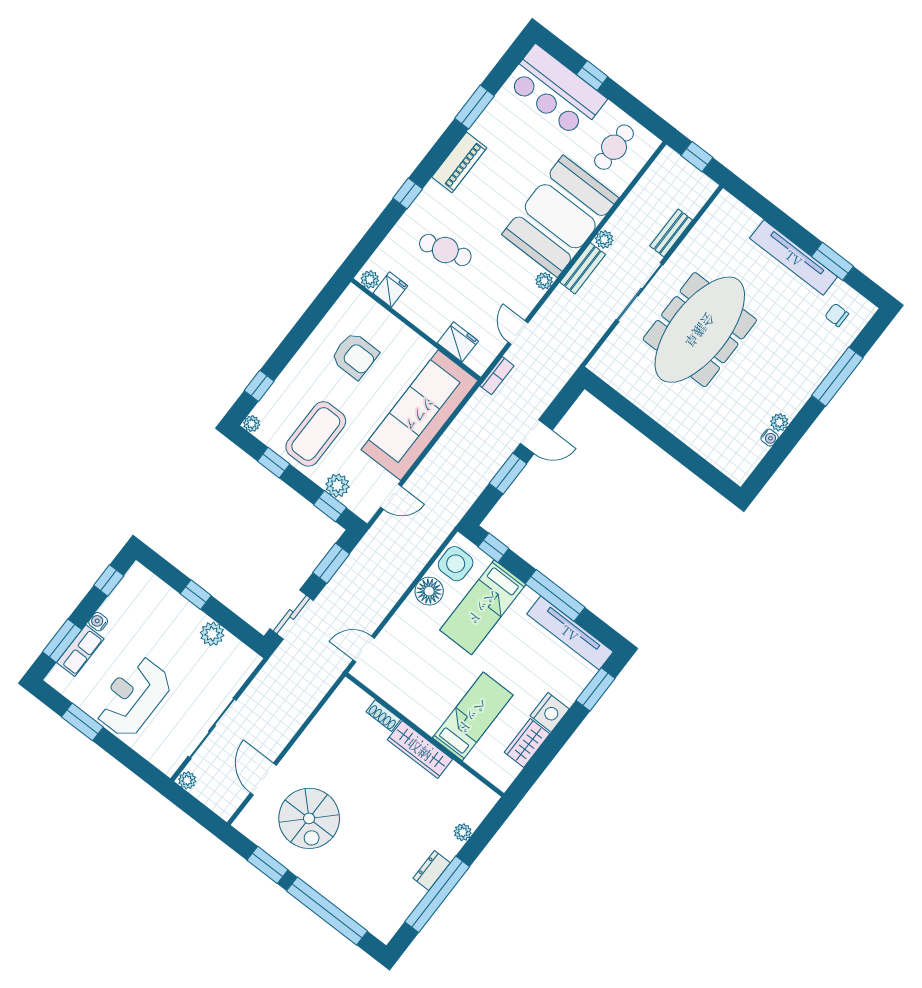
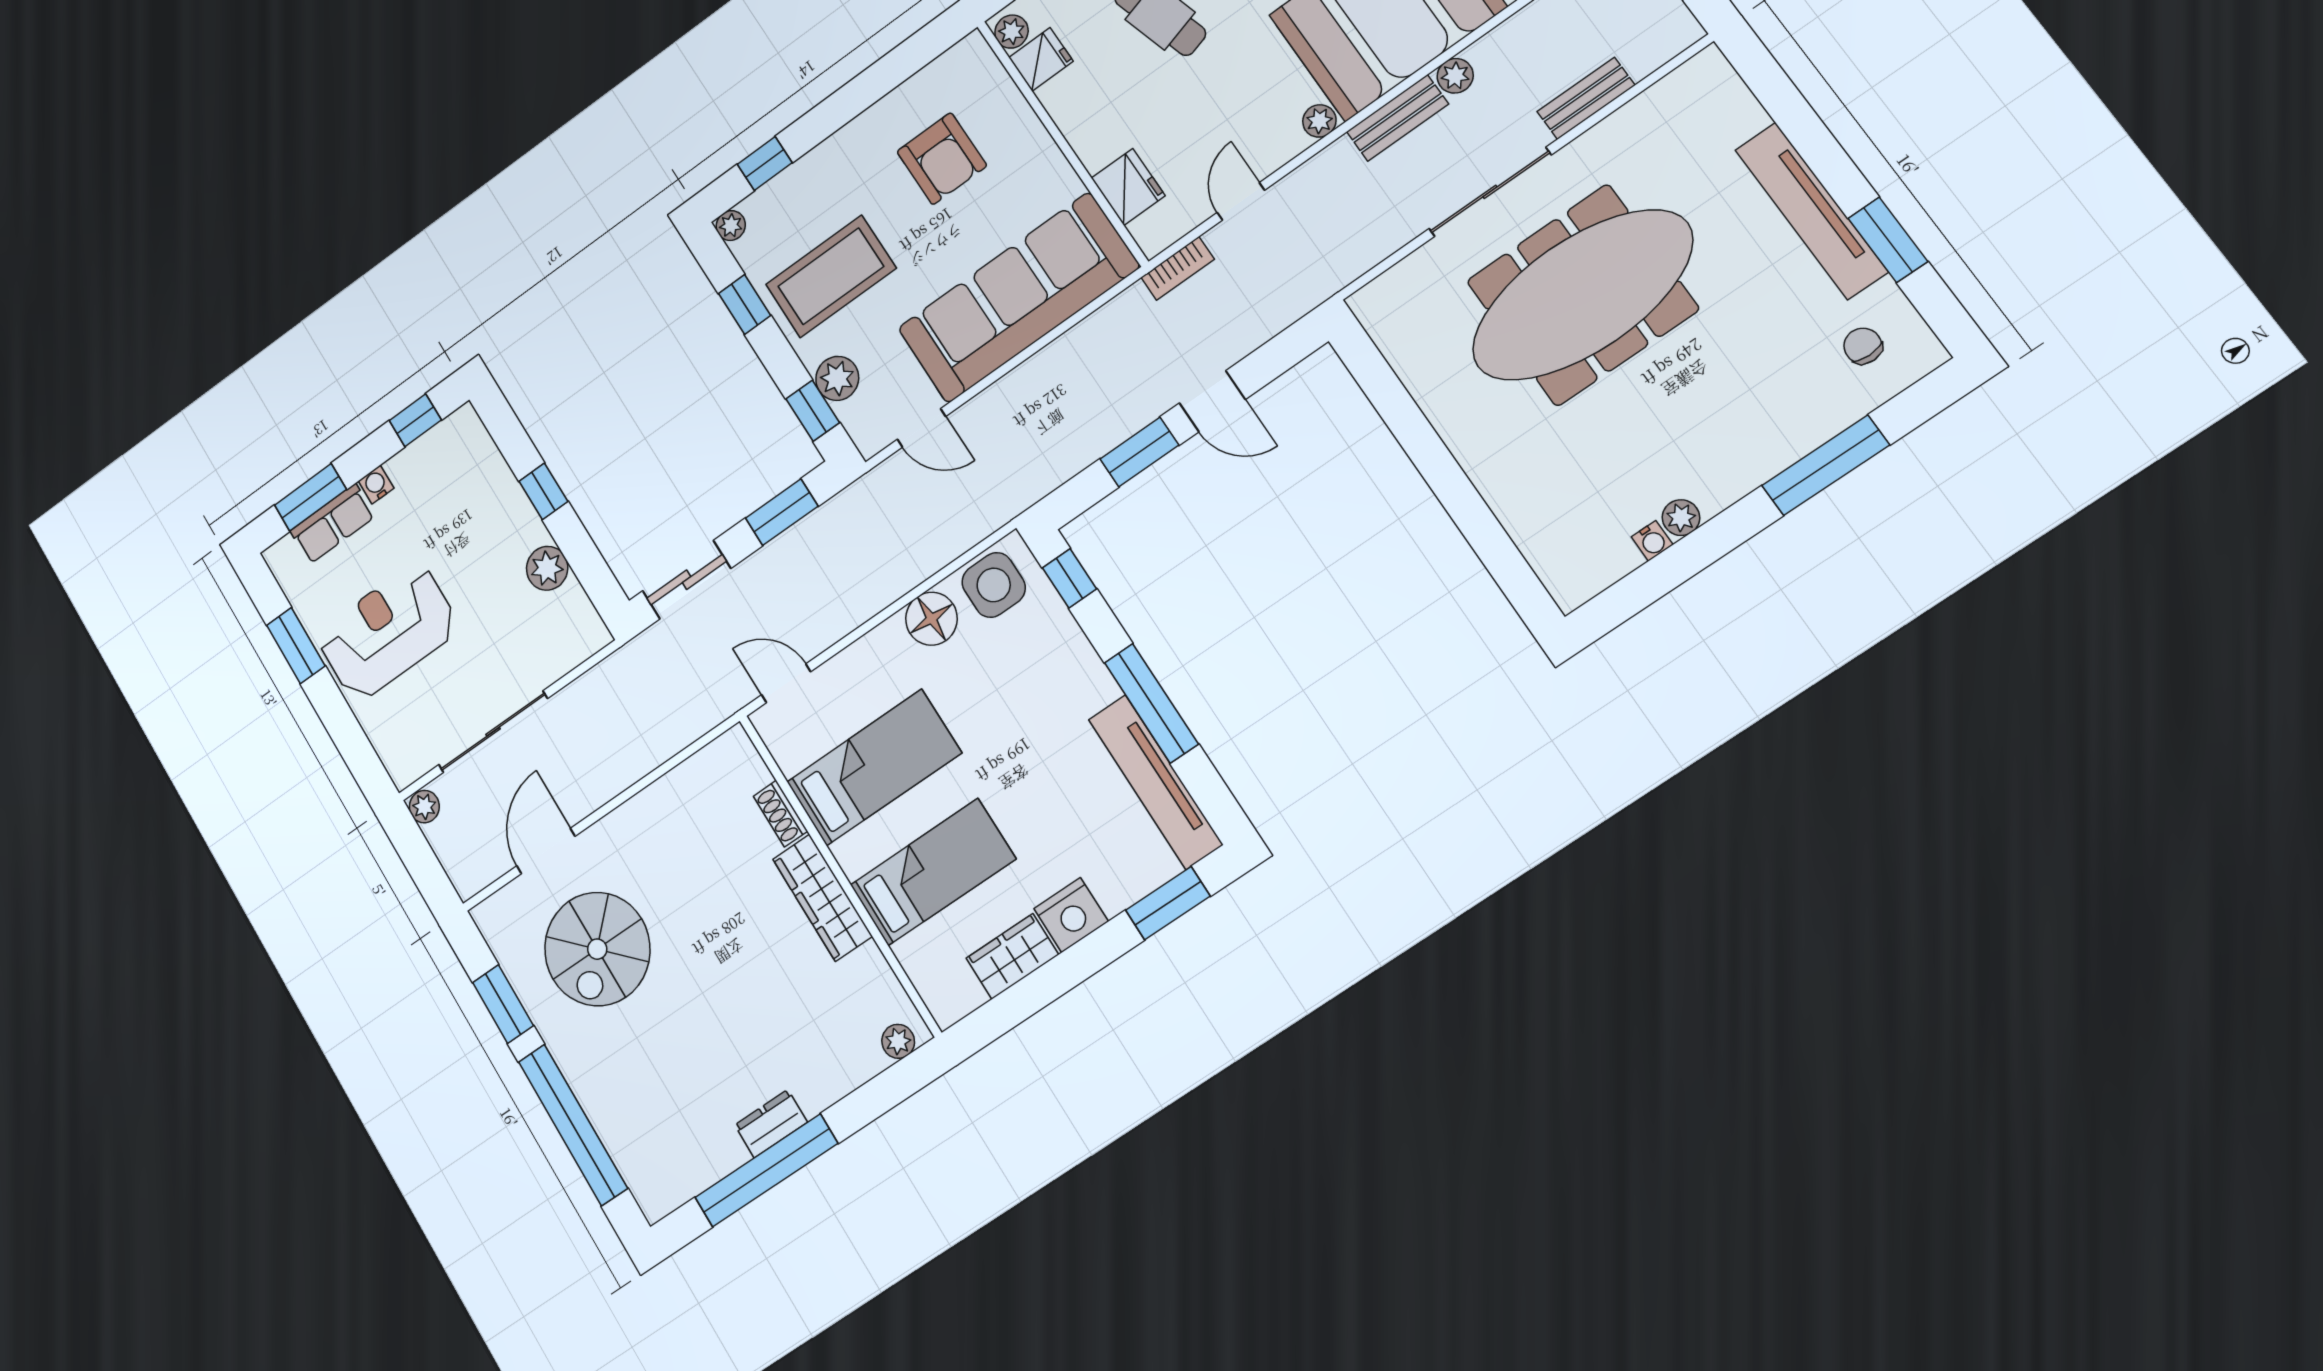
bed: (483, 607) -> (874, 768), moved, turned 180
plant: (463, 832) -> (898, 1041), moved

